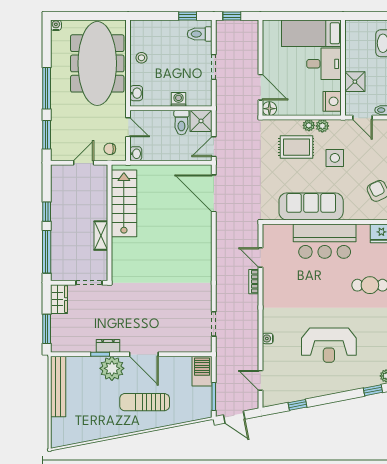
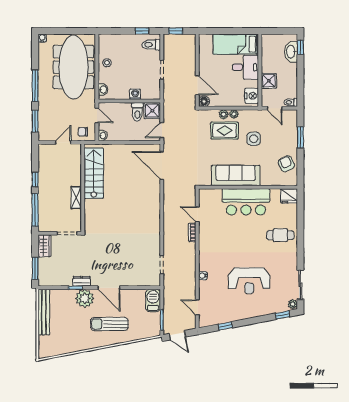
plant: (322, 126) -> (224, 114), moved

